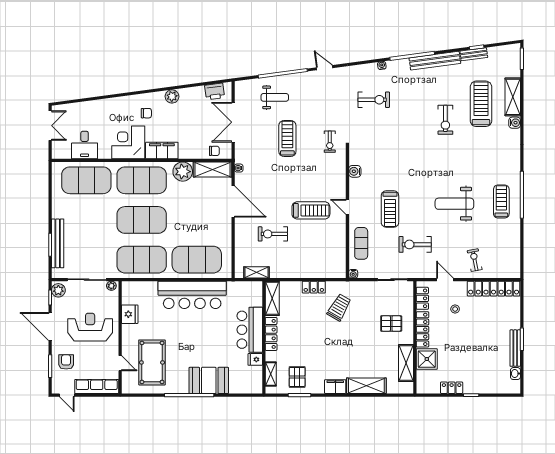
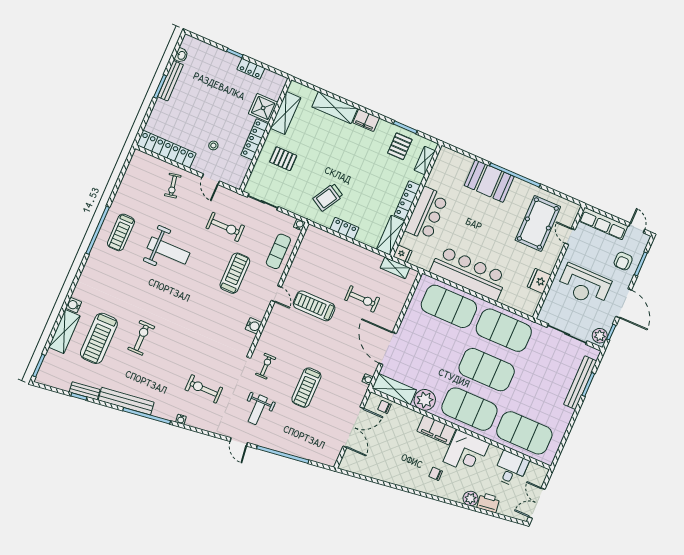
printer: (215, 91) -> (488, 503), moved
plant: (172, 96) -> (471, 498), moved
weight bench: (275, 97) -> (258, 410), moved, turned -90
plant: (111, 286) -> (545, 317), removed
locker: (422, 298) -> (241, 170), removed
fridge: (255, 359) -> (403, 254), moved

